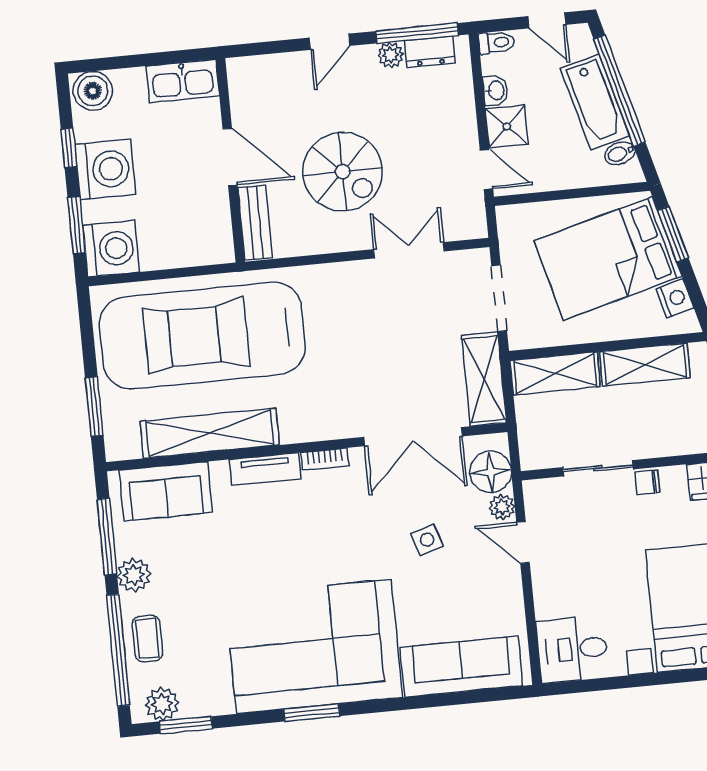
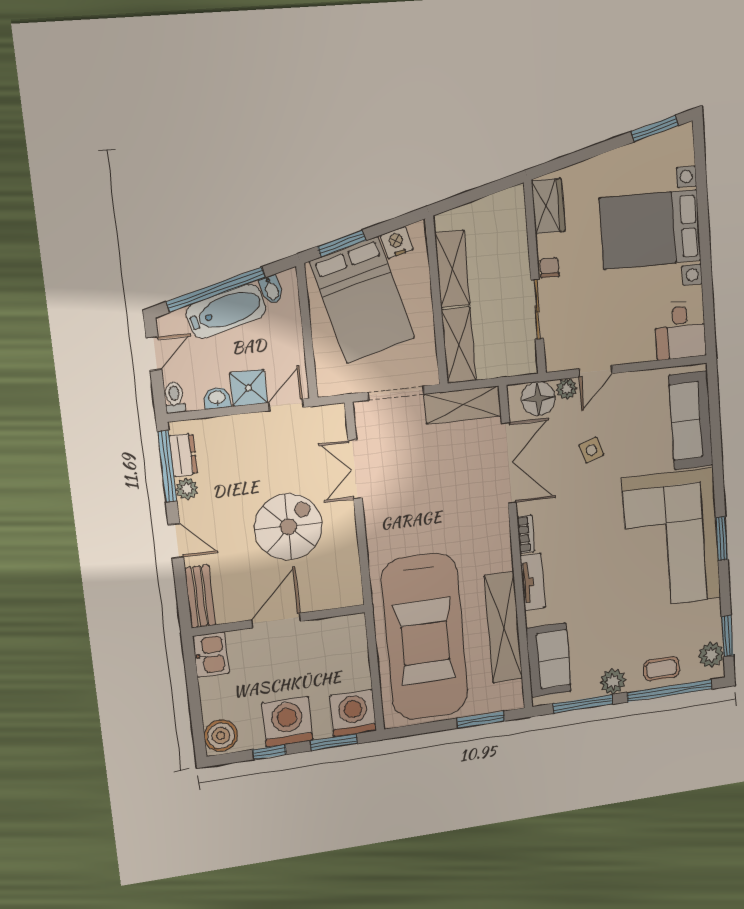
kitchen sink: (183, 81) -> (211, 655), width x0.73
bench: (255, 223) -> (200, 597), moved, turned 90
chair: (647, 482) -> (549, 267), turned 180

